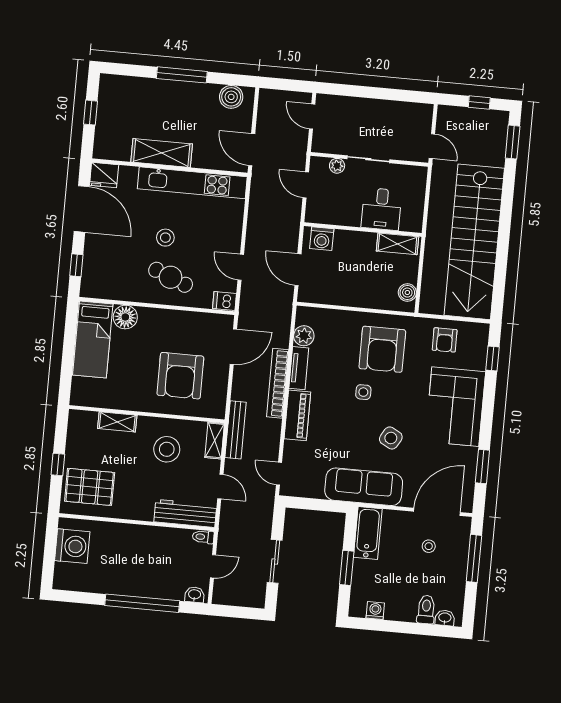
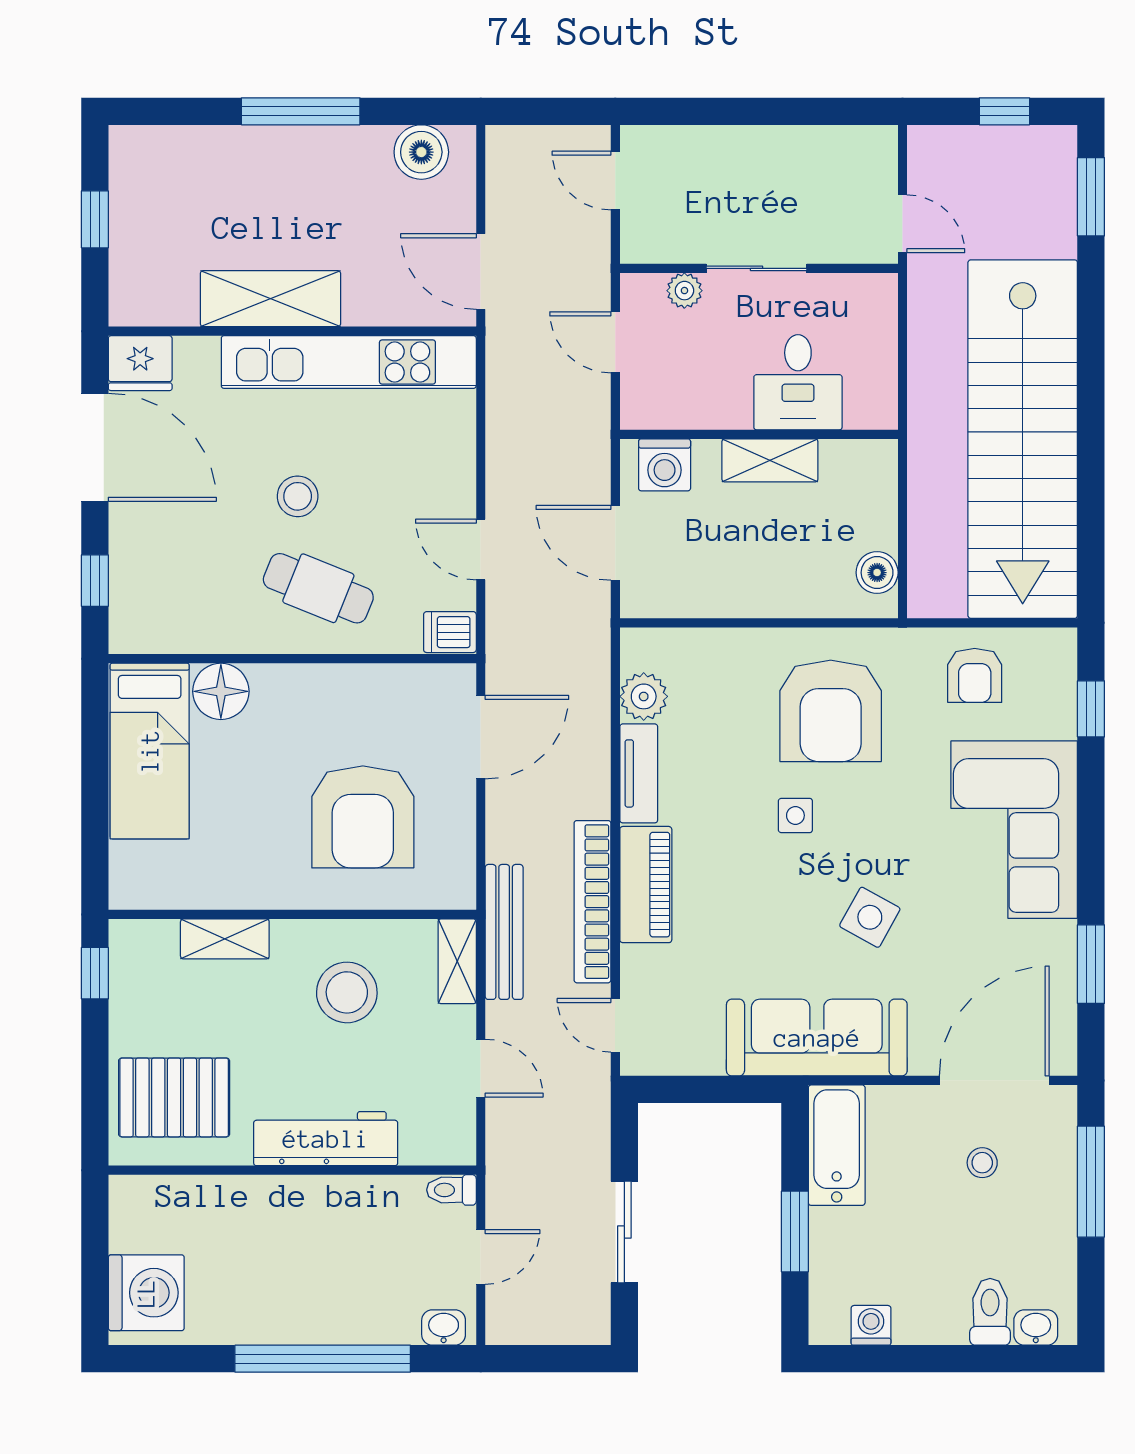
shelving: (397, 244) -> (770, 460), moved
bookcase: (278, 383) -> (592, 902), moved
window: (58, 465) -> (95, 973), moved
workbench: (185, 513) -> (326, 1139), moved
washing machine: (72, 546) -> (146, 1293), moved

